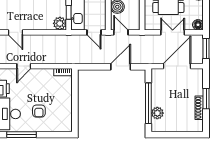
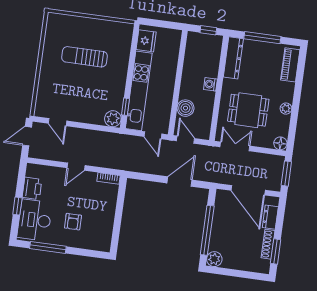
double door: (173, 32) -> (235, 146), moved
door: (24, 66) -> (76, 167), moved
door: (177, 66) -> (248, 190), swing flipped
dresser: (198, 85) -> (270, 217), added
window: (206, 99) -> (276, 251), moved
plant: (157, 113) -> (214, 259), moved

